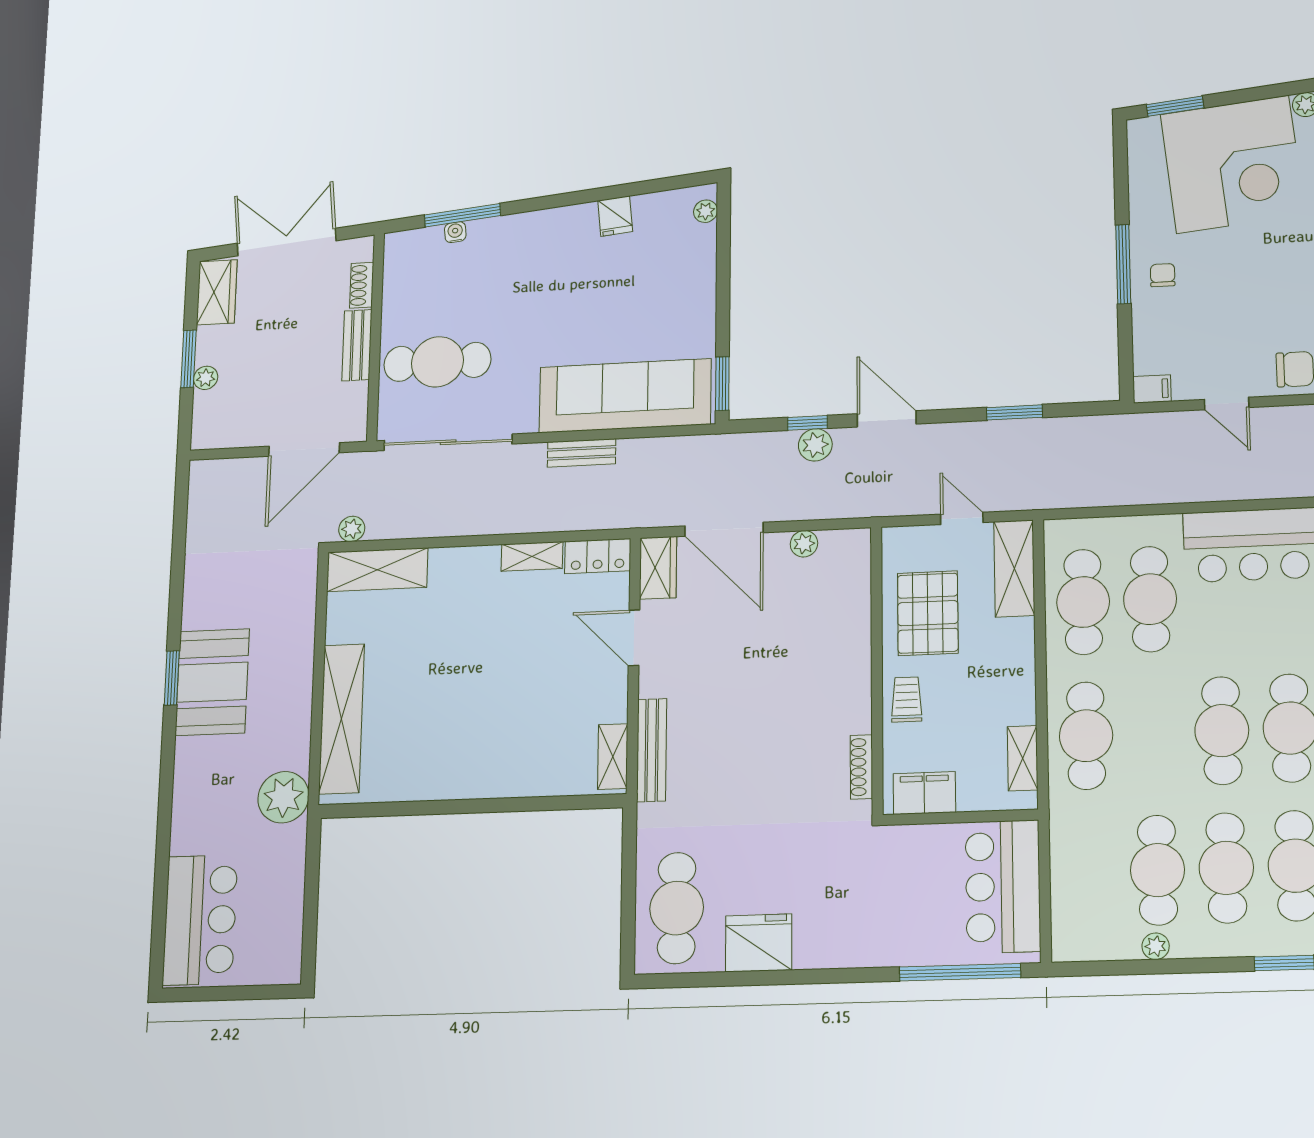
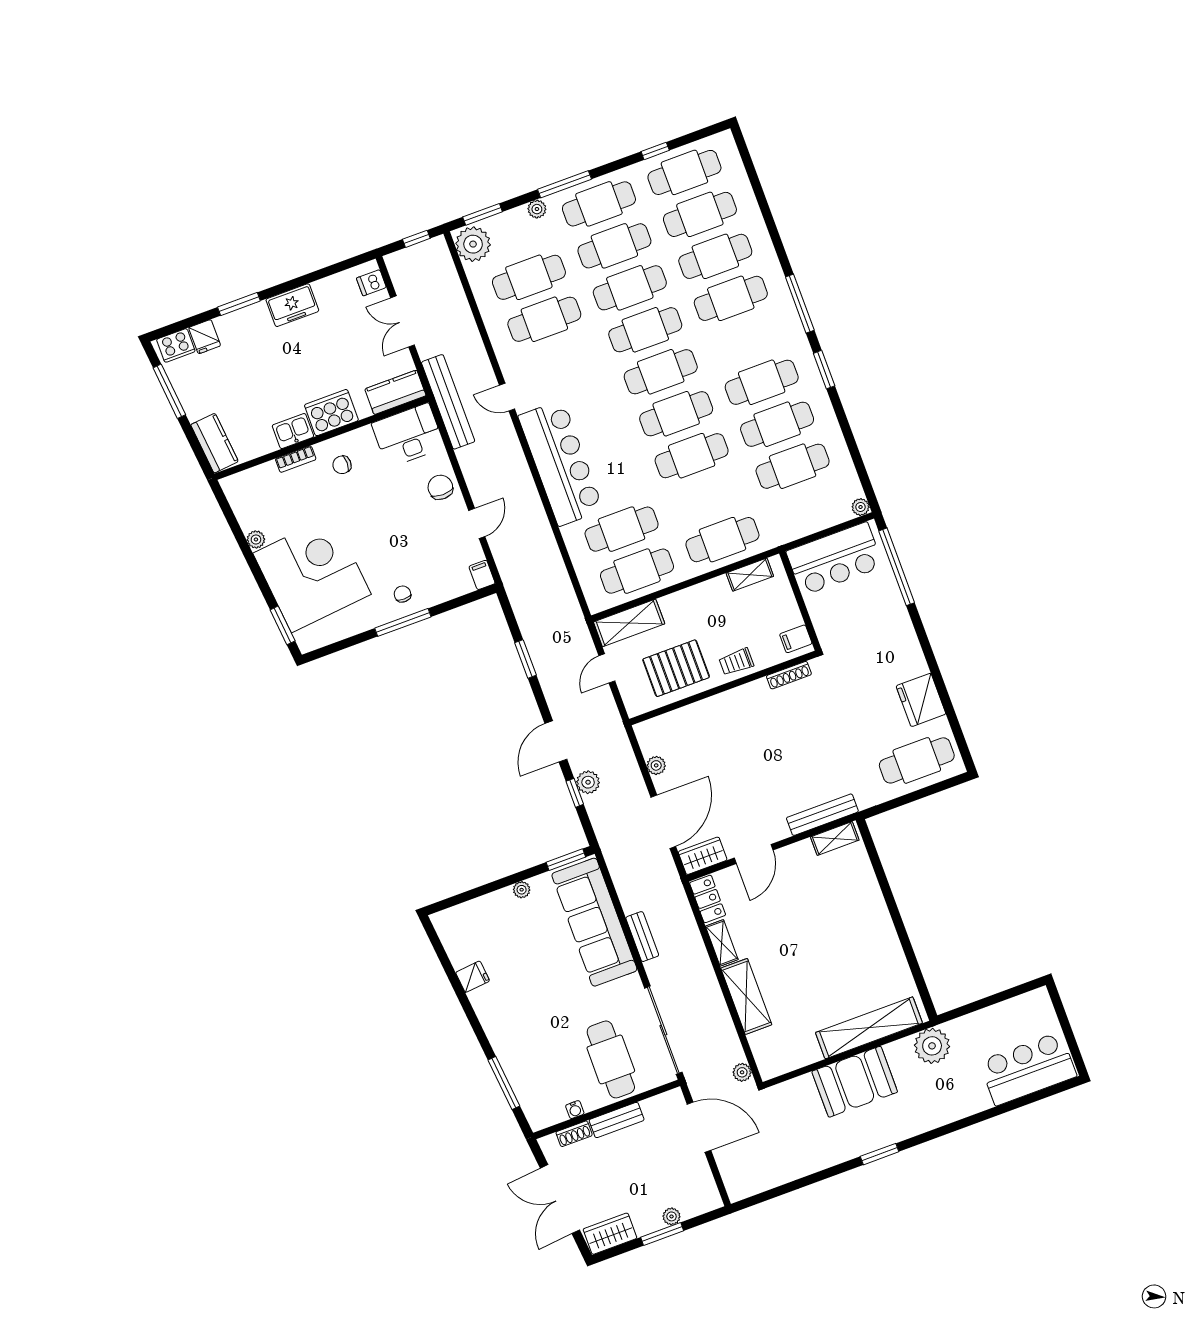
plant: (706, 211) -> (522, 890), moved
water cooler: (455, 232) -> (575, 1110), moved, turned -84
chair: (1163, 275) -> (403, 594), turned 90
shelving: (377, 570) -> (746, 996), moved
booth: (212, 682) -> (855, 1082), moved
filing cabinet: (924, 793) -> (796, 639), width x0.50
plant: (1156, 946) -> (861, 507), moved

